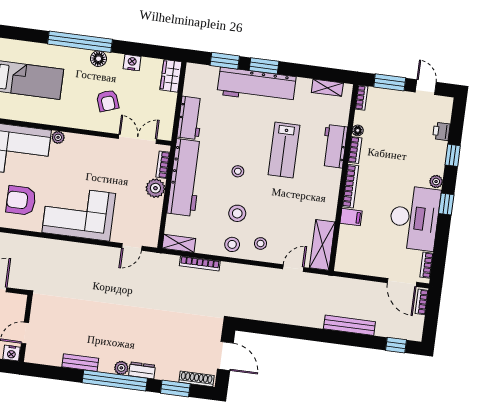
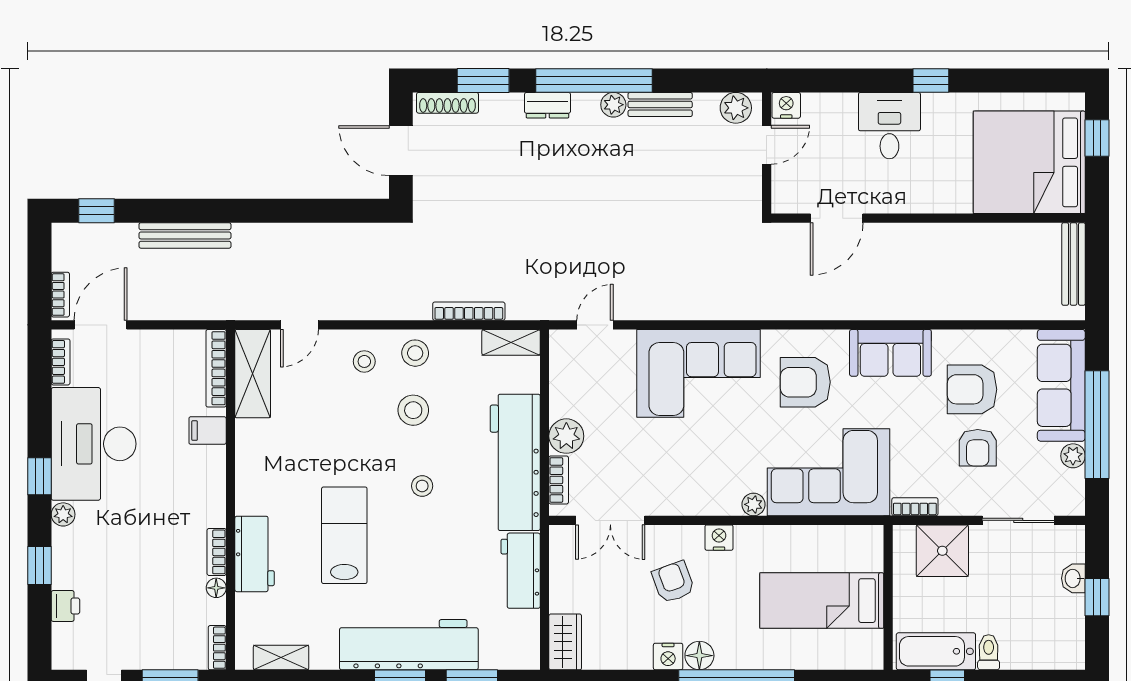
nightstand: (132, 63) -> (668, 656), moved
nightstand: (79, 122) -> (719, 538), added
bookcase: (350, 186) -> (216, 368), moved
armchair: (21, 200) -> (805, 382), turned 180
door: (402, 282) -> (101, 325), hinge flipped
plant: (39, 355) -> (736, 108), added
plant: (121, 368) -> (613, 105), moved

